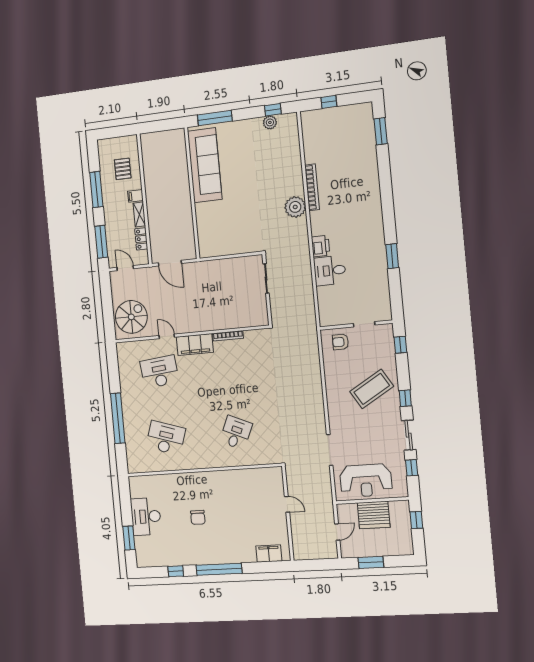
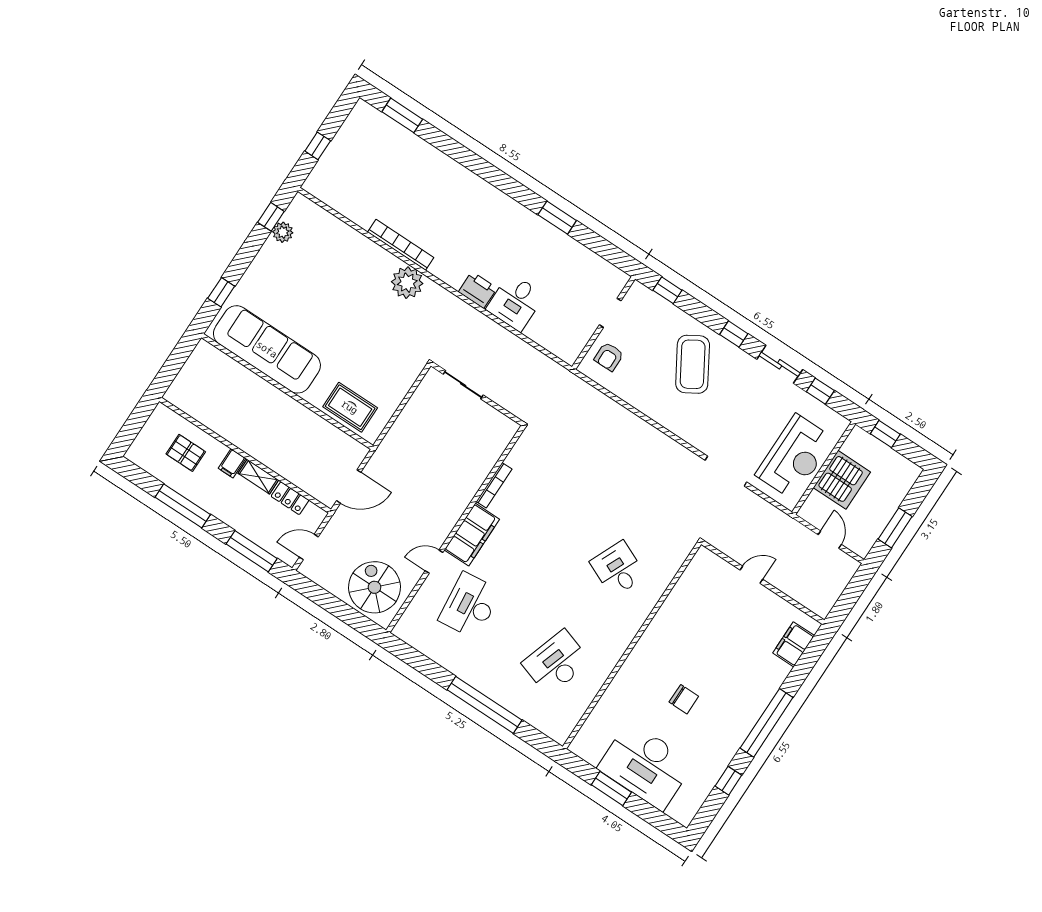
window: (215, 118) -> (221, 292), width x0.46
rug: (209, 231) -> (350, 407), added
desk: (146, 517) -> (646, 766), width x1.36, depth x1.30
window: (129, 538) -> (611, 789), moved

